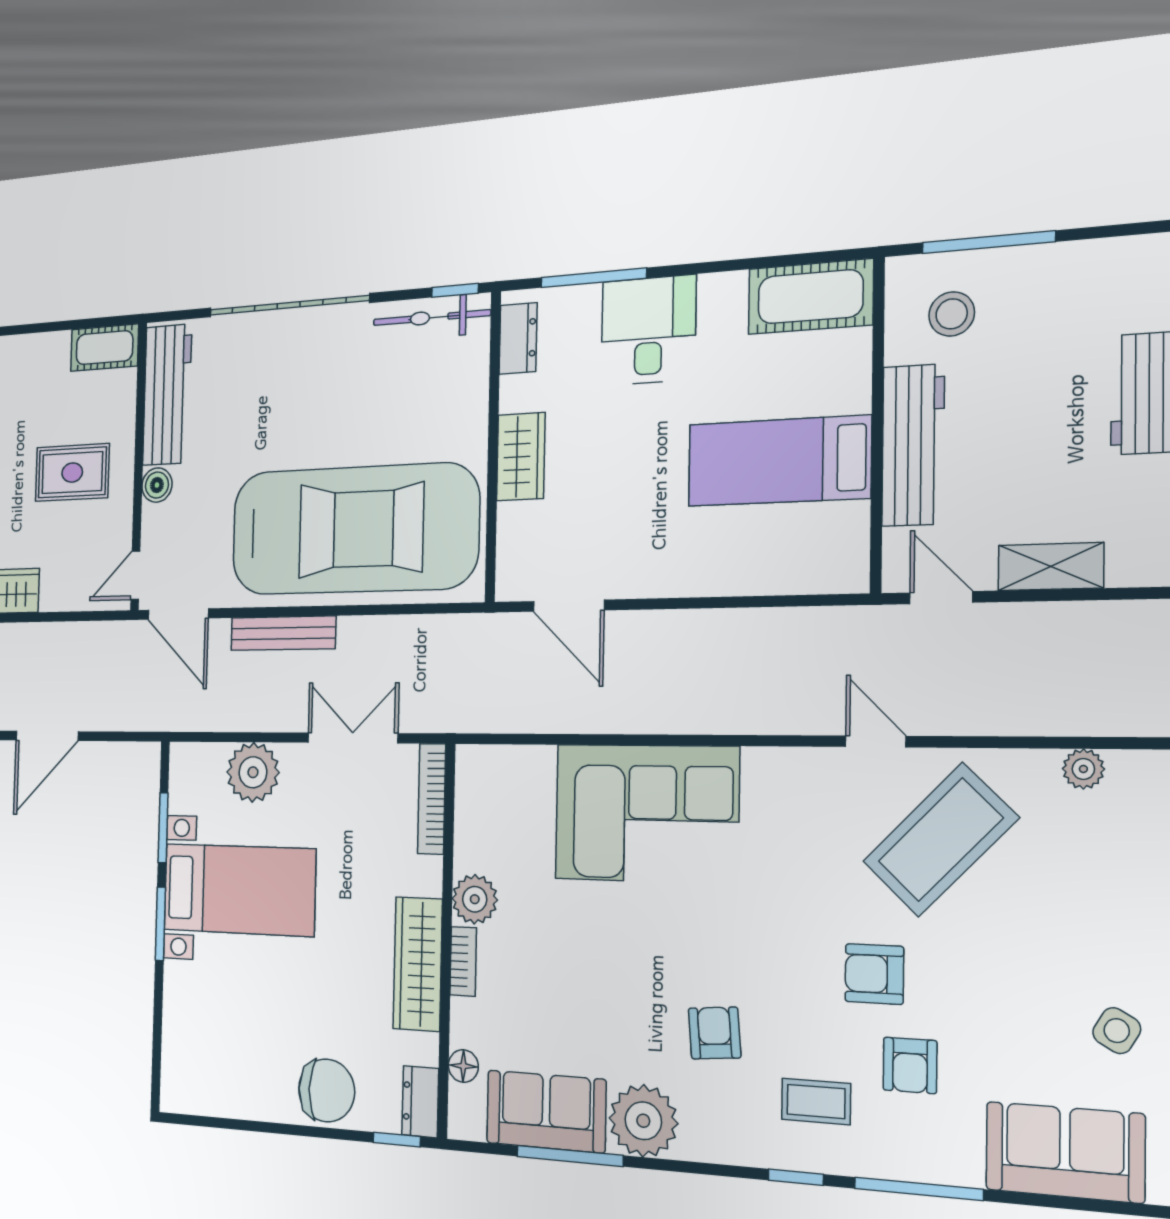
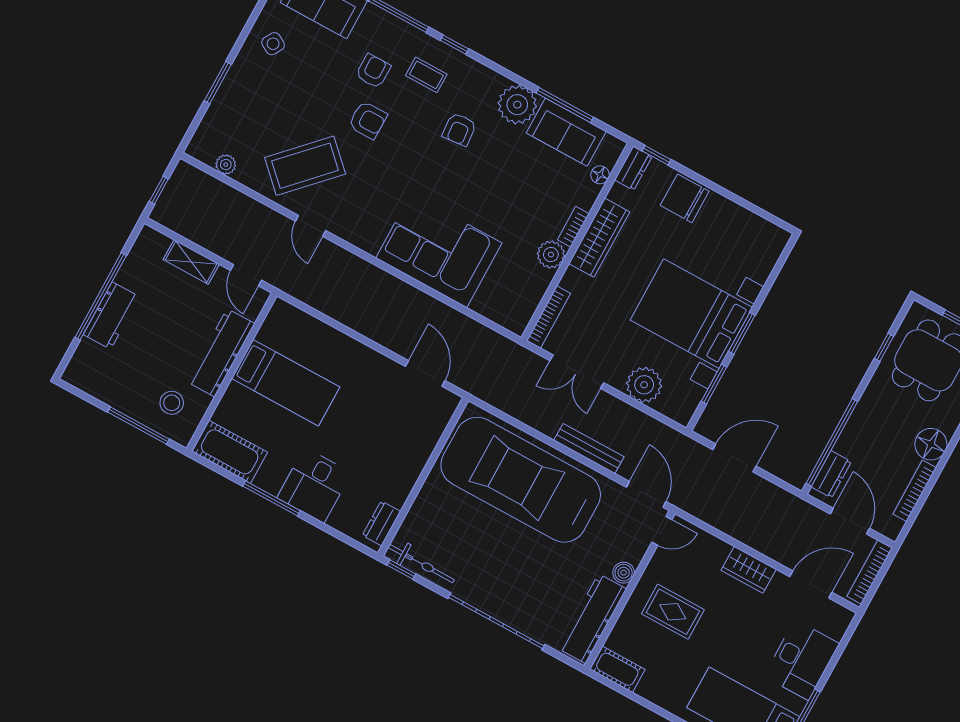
window: (593, 278) -> (272, 498), moved
wardrobe: (521, 457) -> (411, 463), removed
door: (47, 736) -> (734, 458), moved
bed with nightstands: (239, 890) -> (691, 314), width x1.36

